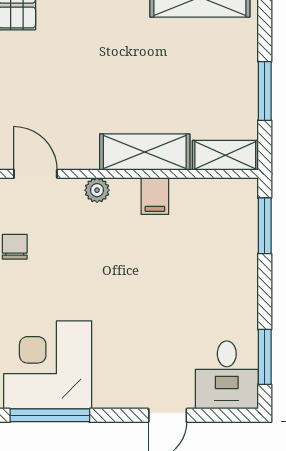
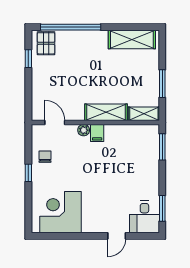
filing cabinet: (155, 196) -> (97, 133), moved
window: (50, 415) -> (61, 236), removed

